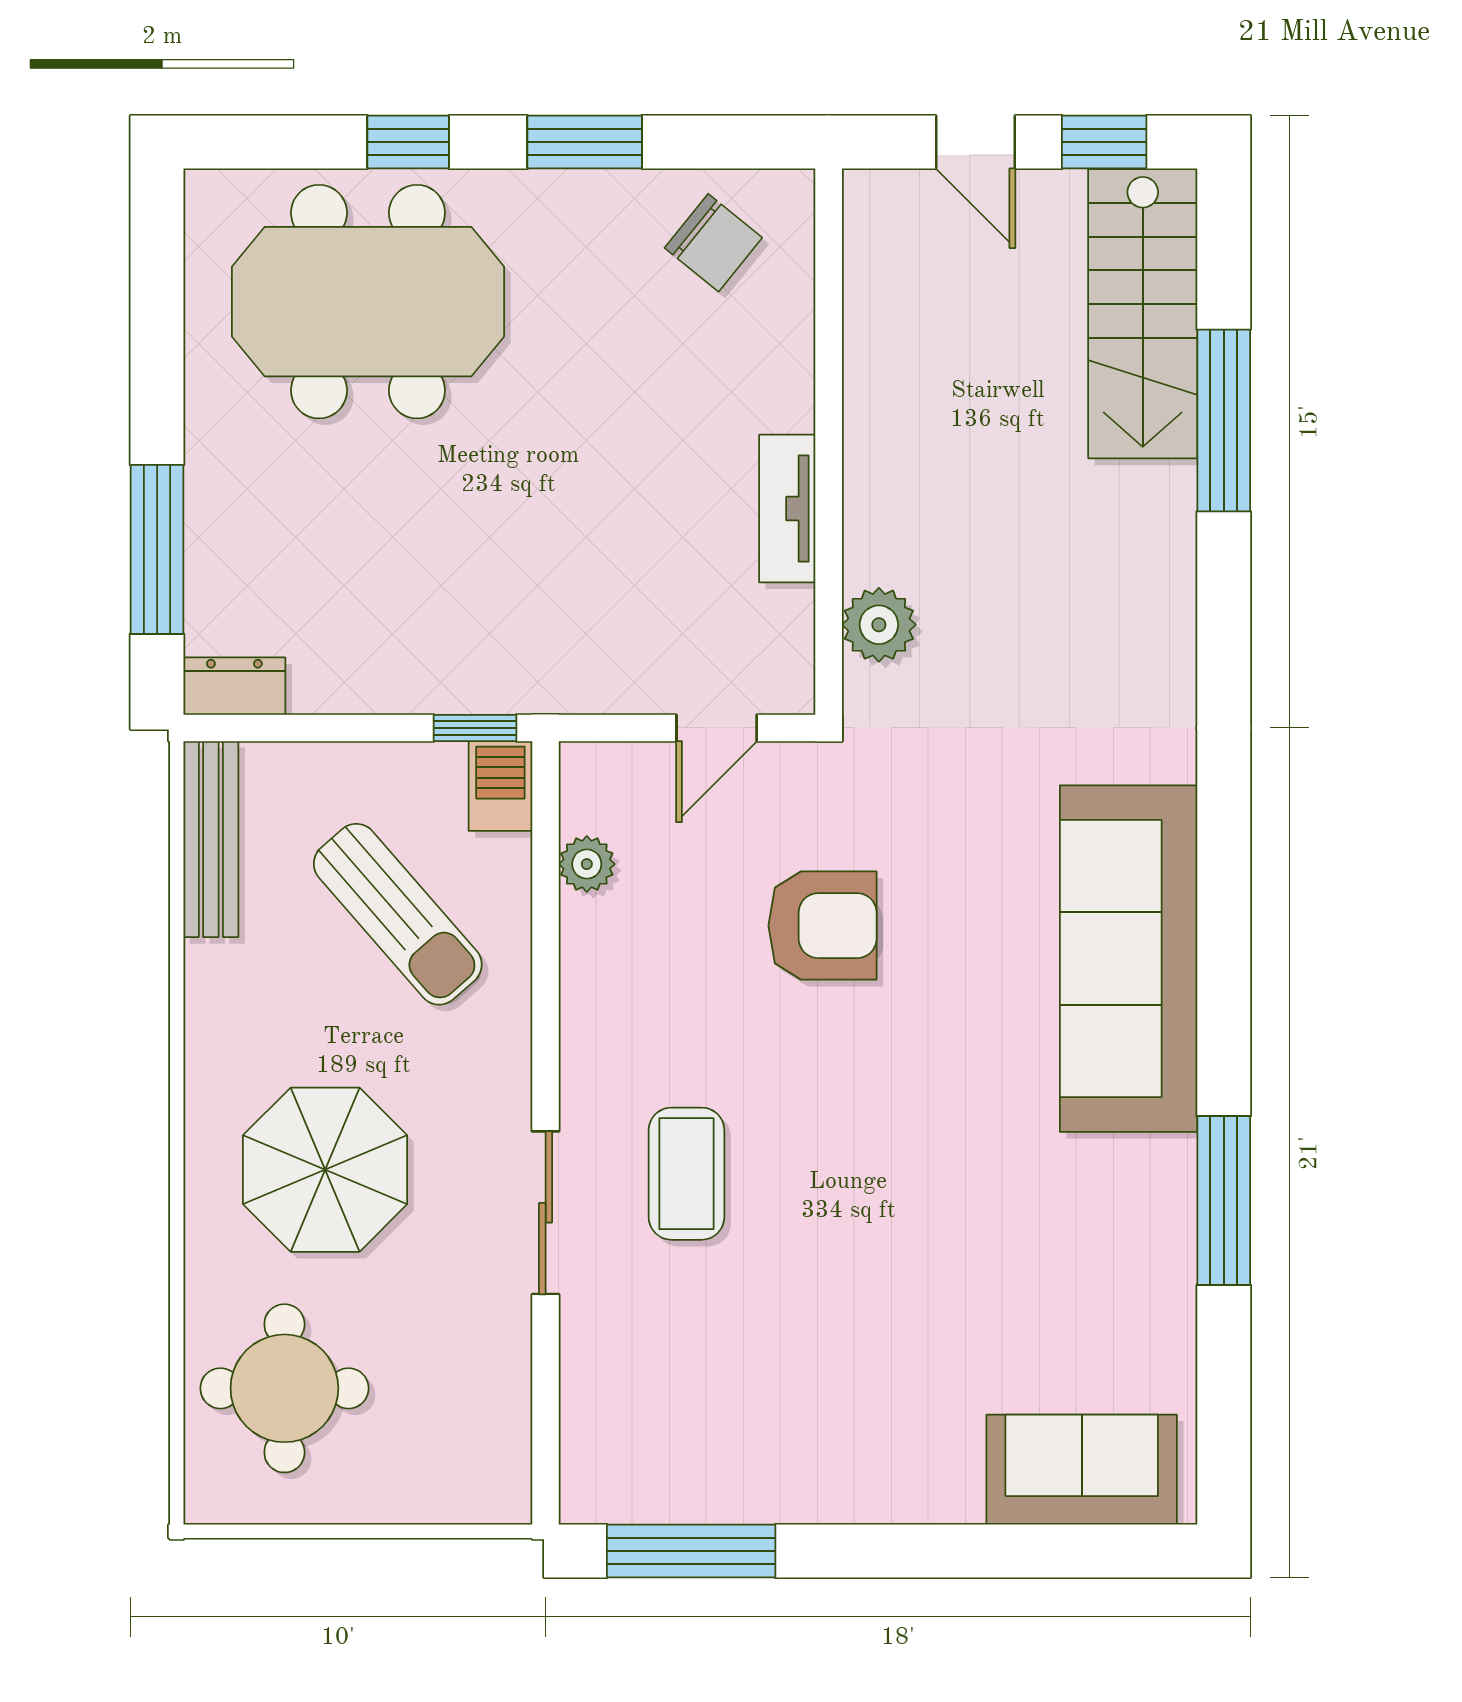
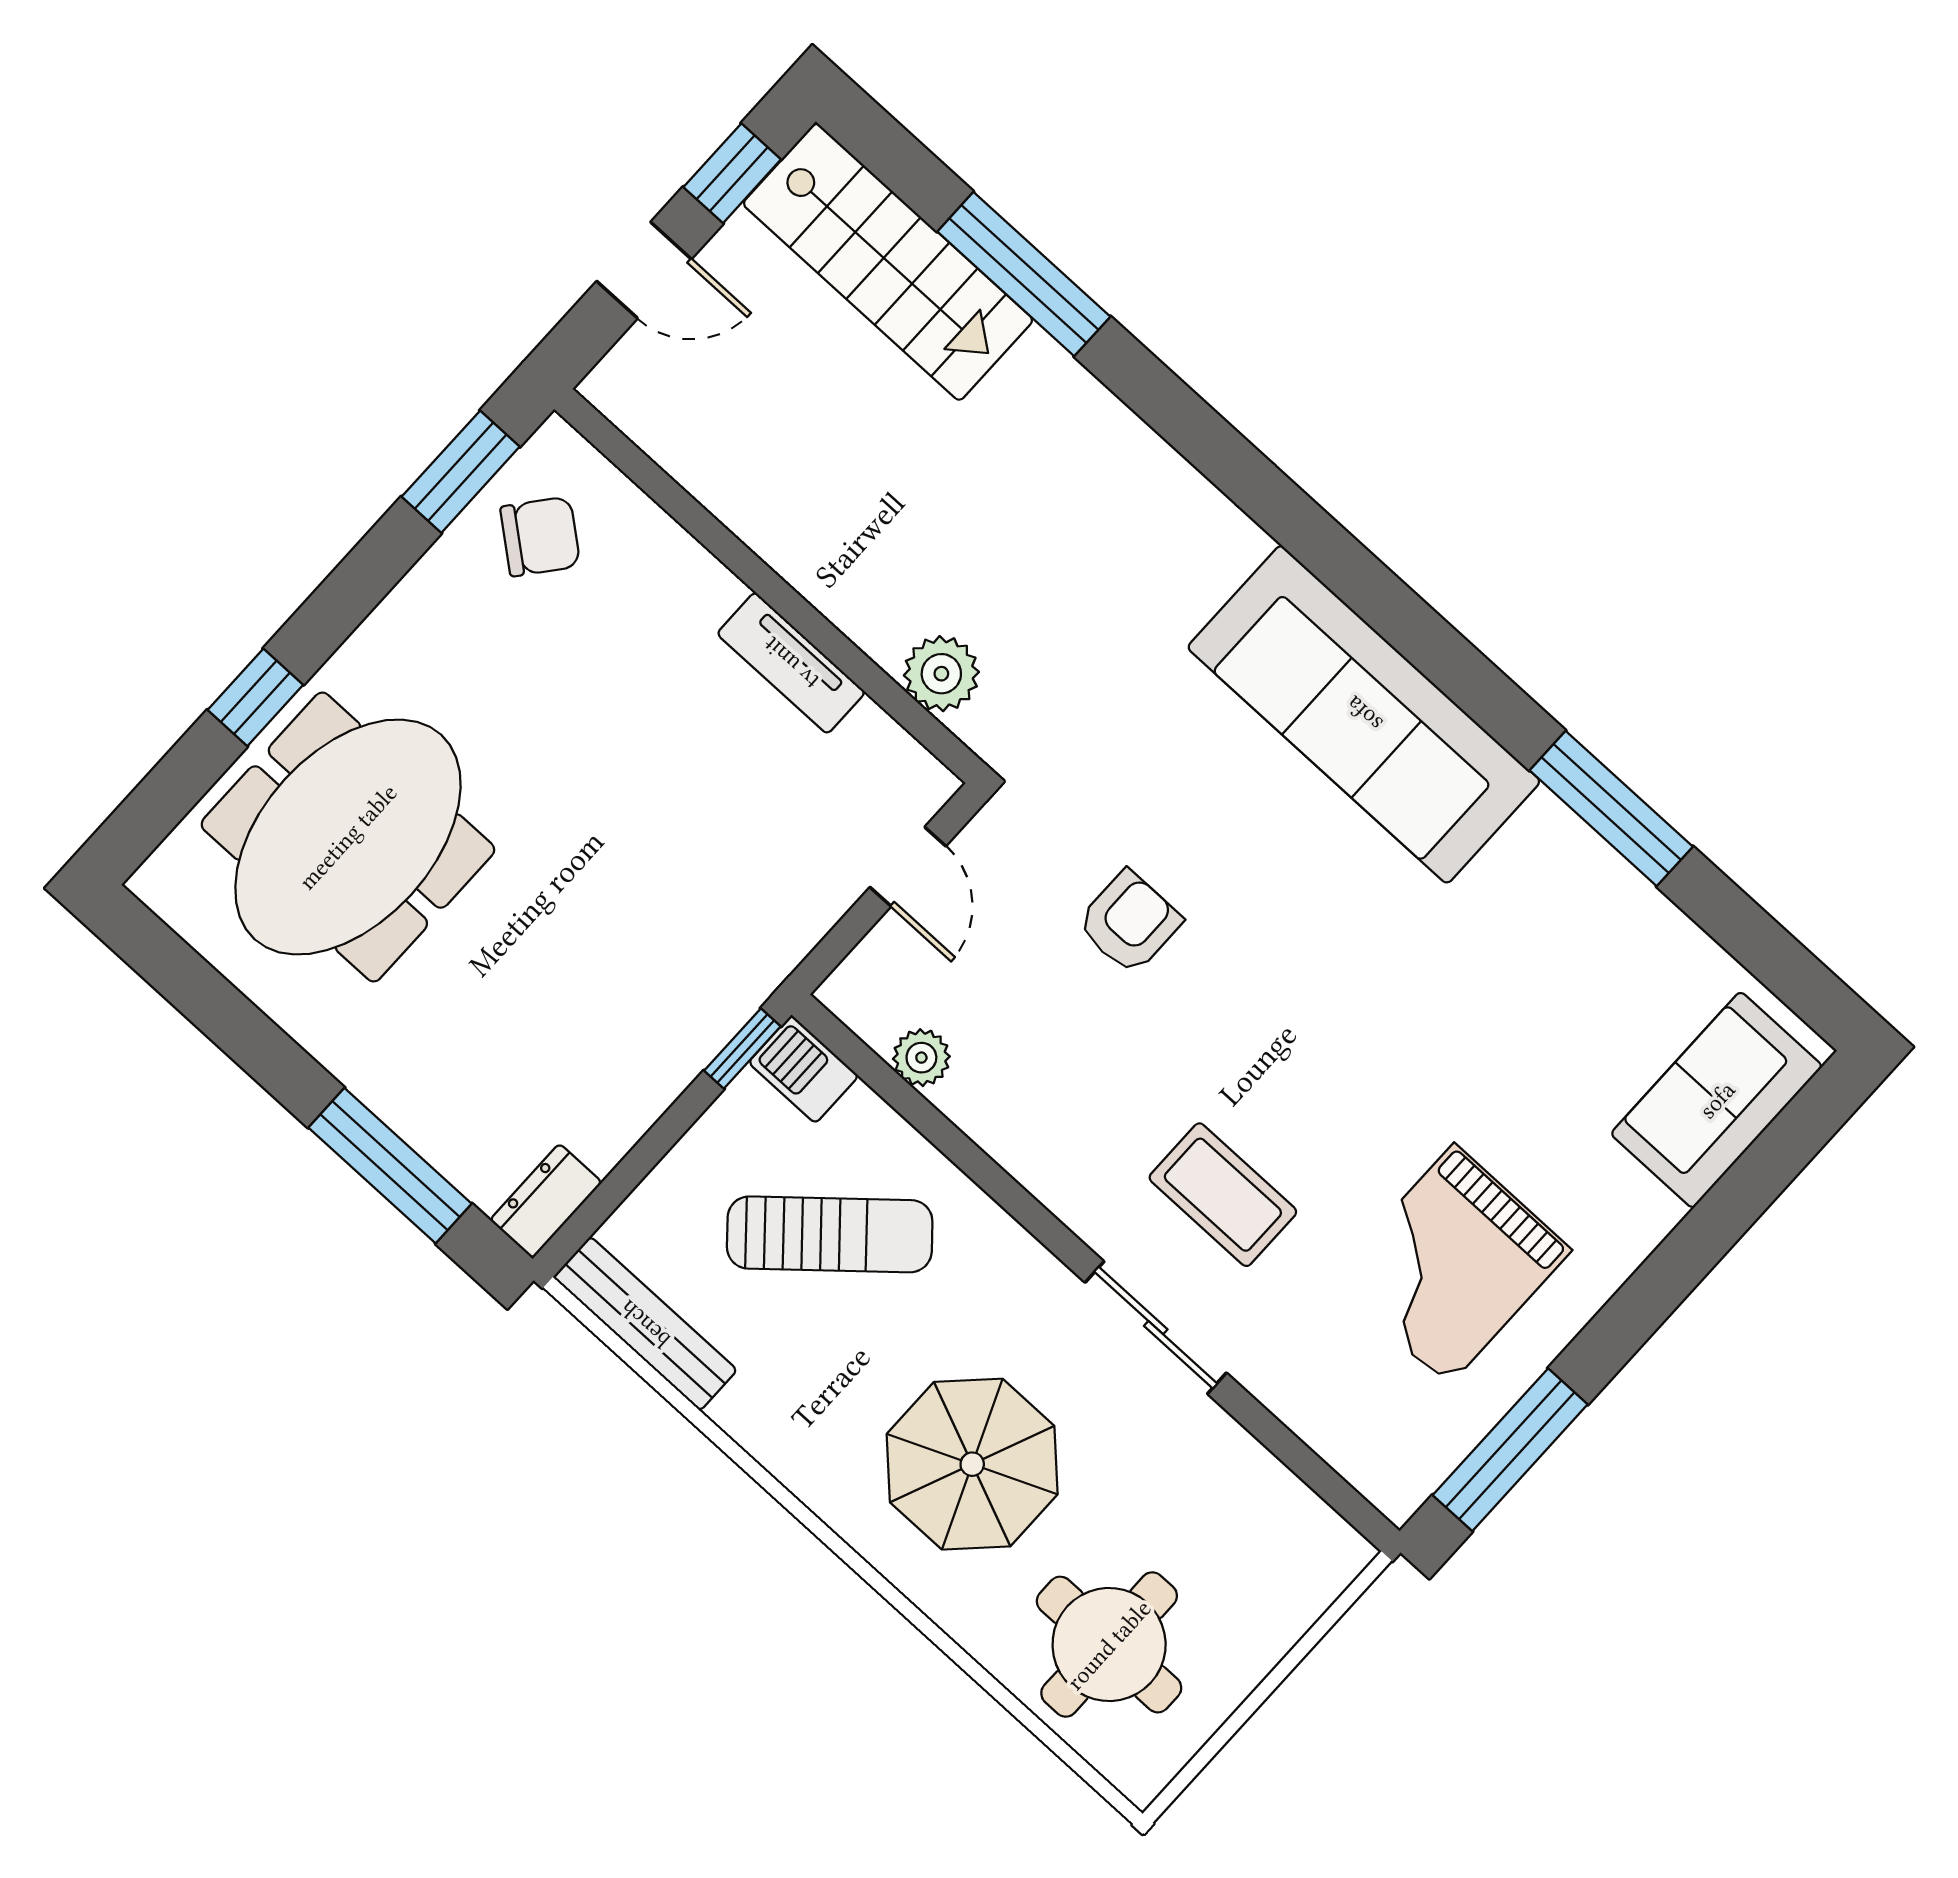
window: (585, 142) -> (461, 472), moved
armchair: (822, 926) -> (1129, 922), width x0.72, depth x0.72
grand piano: (787, 1386) -> (1451, 1265), added

